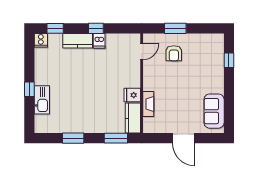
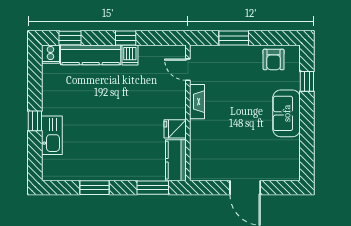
kitchen counter: (78, 41) -> (91, 55), width x1.50
door: (142, 52) -> (188, 70), swing flipped
armchair: (174, 53) -> (274, 60), moved
fireplace: (148, 104) -> (197, 102), moved
sofa: (214, 111) -> (287, 113), moved

